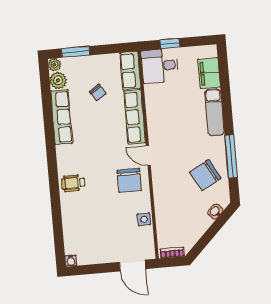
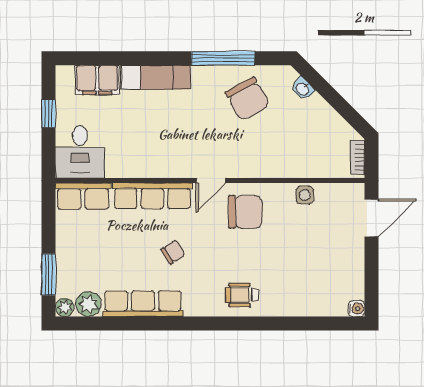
window: (170, 44) -> (49, 113), moved
chair: (98, 92) -> (173, 252), moved
wheelchair: (73, 183) -> (242, 295), turned 90

